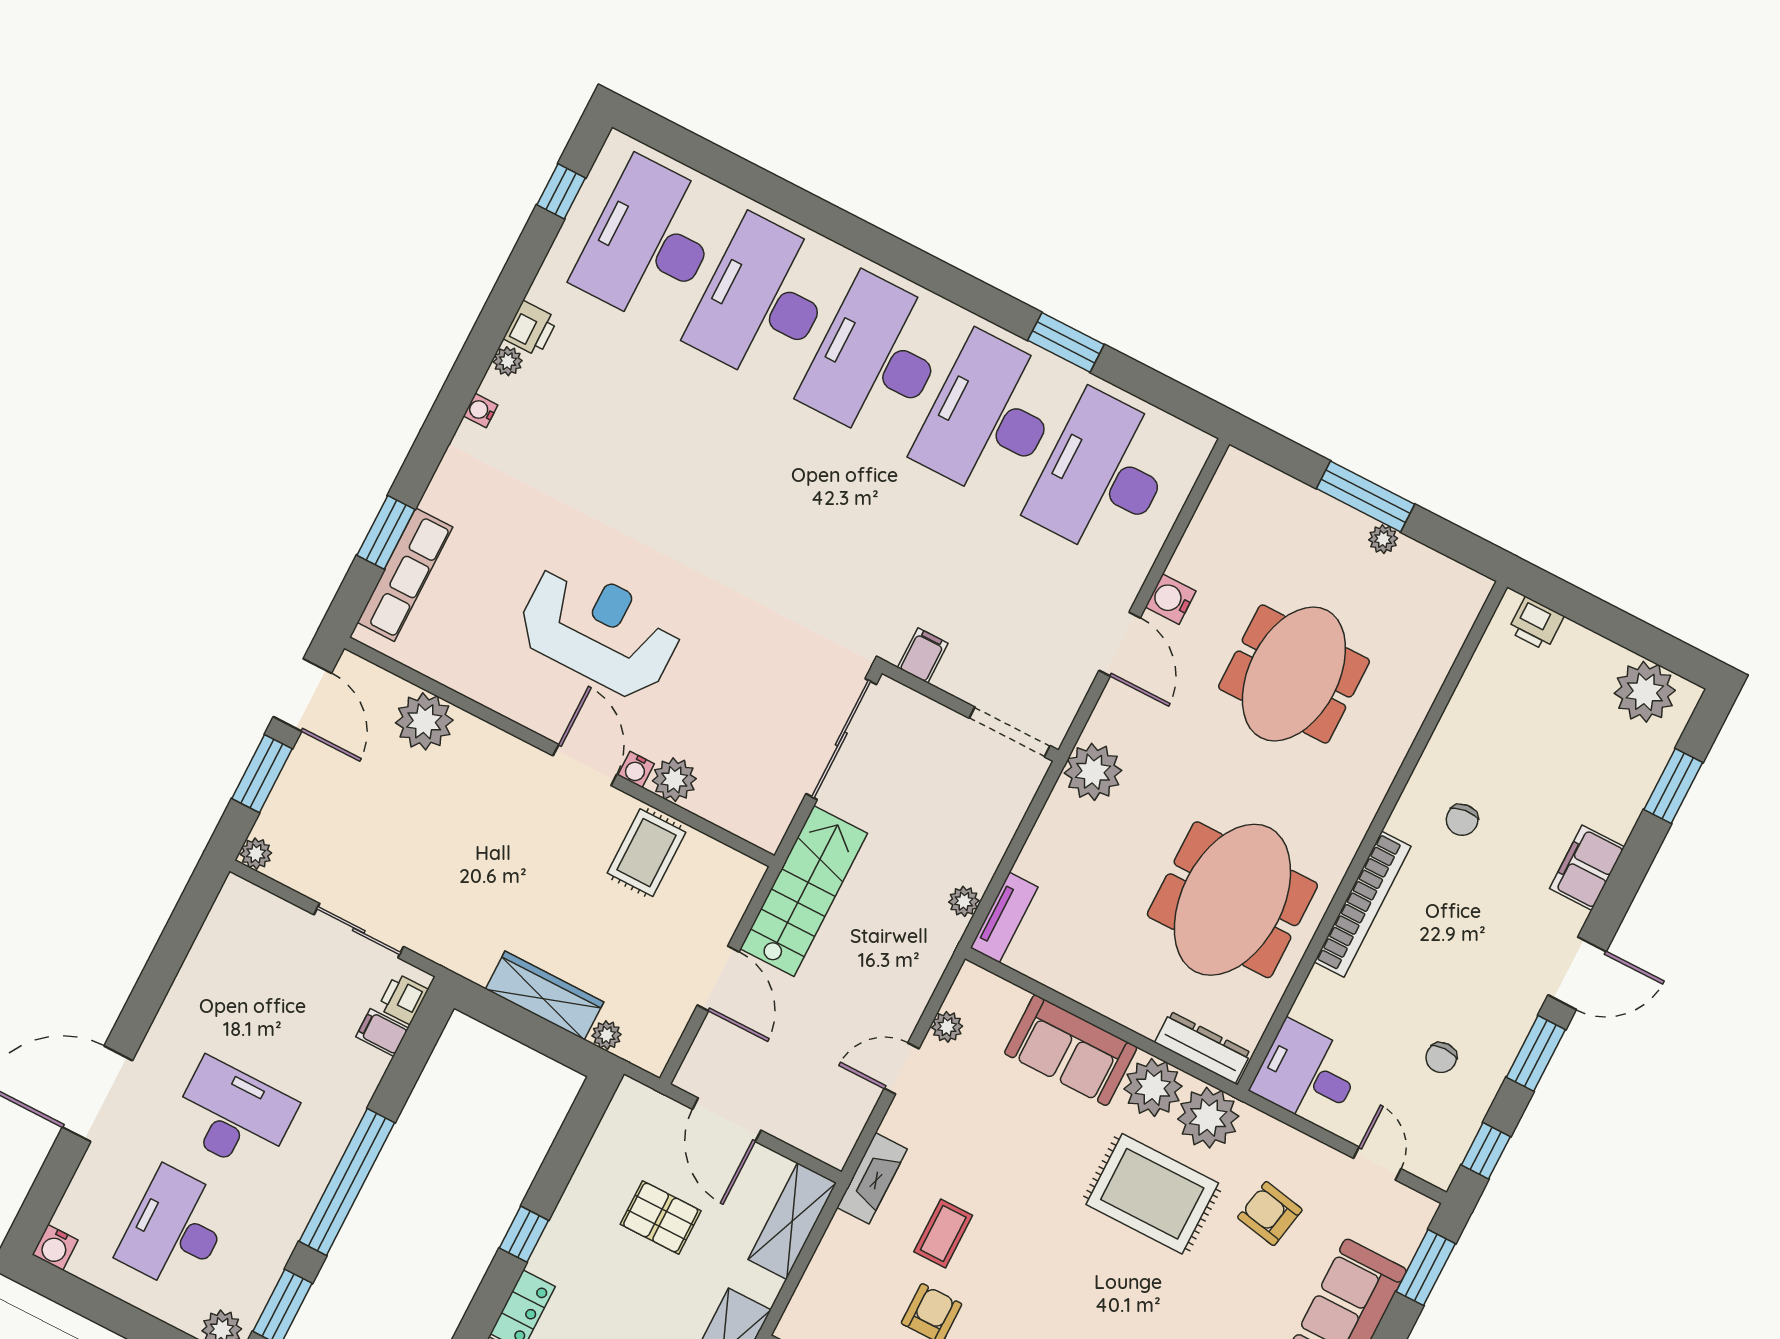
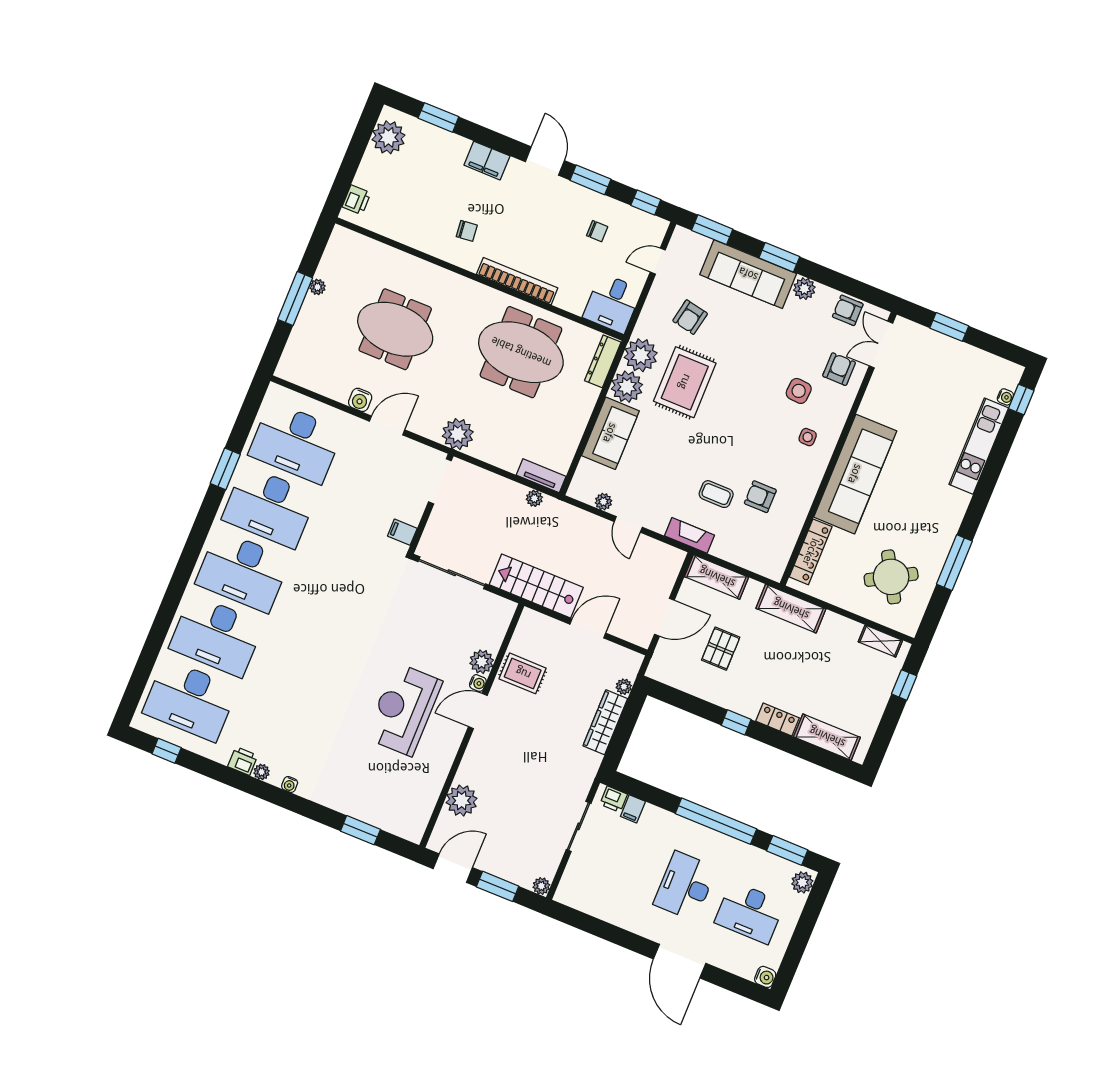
row of seats: (405, 575) -> (383, 818), removed

